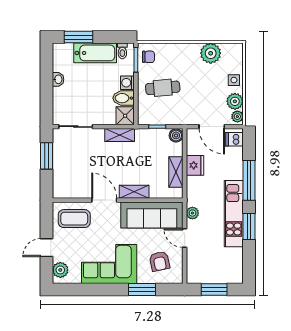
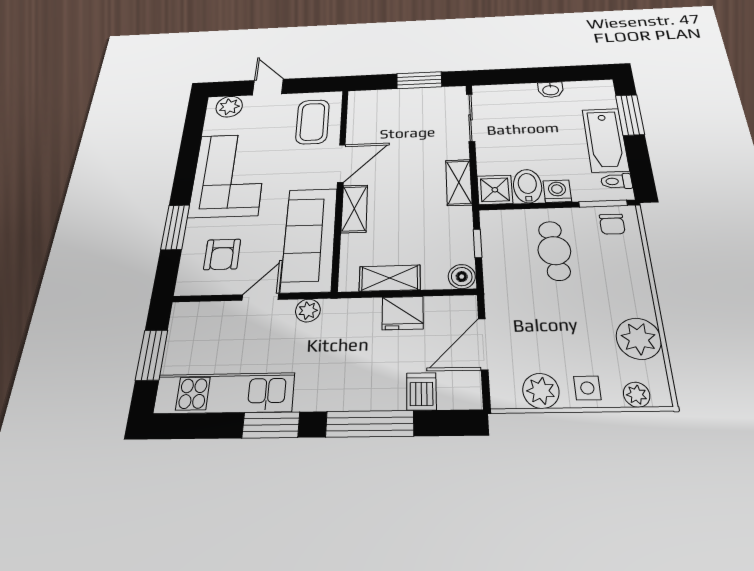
plant: (237, 117) -> (637, 395), moved
dishwasher: (234, 139) -> (421, 391), moved
kitchen unit: (234, 214) -> (224, 393), moved
armchair: (159, 261) -> (222, 254), turned -78

